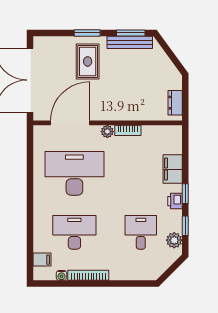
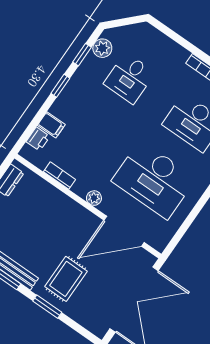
bookcase: (128, 130) -> (59, 176), moved
filing cabinet: (173, 169) -> (51, 125), width x0.50
printer: (175, 201) -> (38, 139), moved

